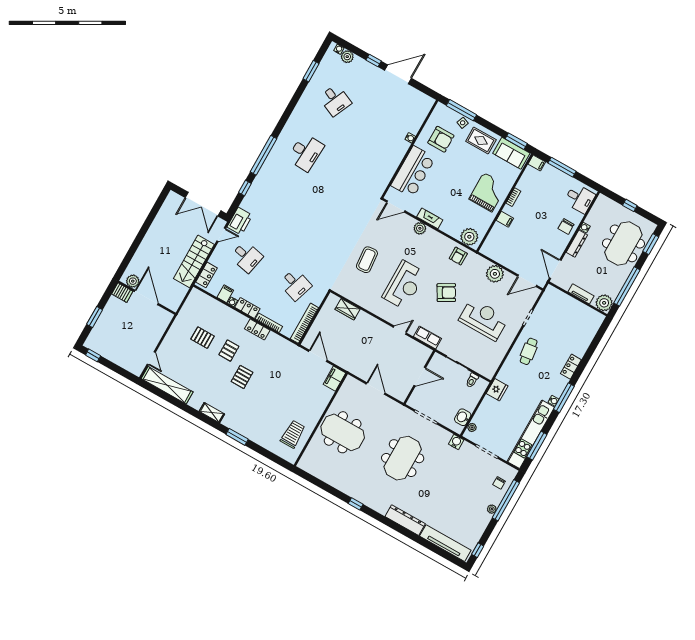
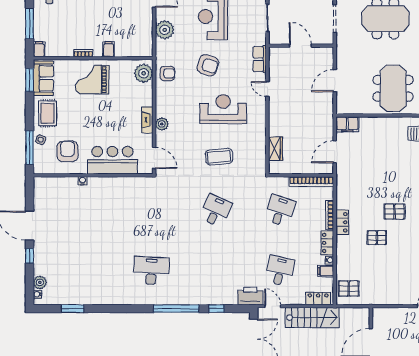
desk: (335, 100) -> (216, 211), moved
armchair: (446, 293) -> (208, 65), turned 138
pallet: (203, 338) -> (349, 289), moved, turned 90

